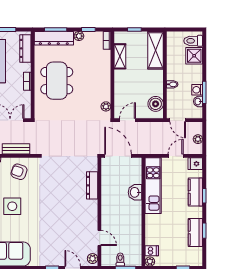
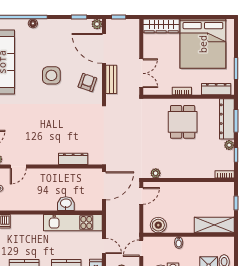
shelving: (120, 56) -> (208, 188), removed
dining table: (57, 81) -> (183, 122), width x0.73
door: (128, 120) -> (141, 196), hinge flipped

